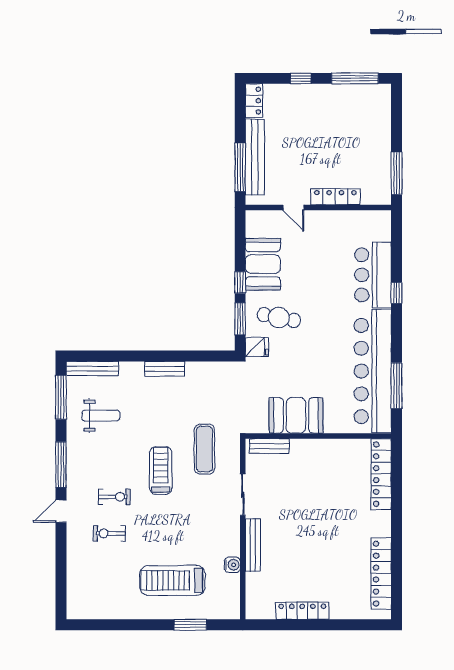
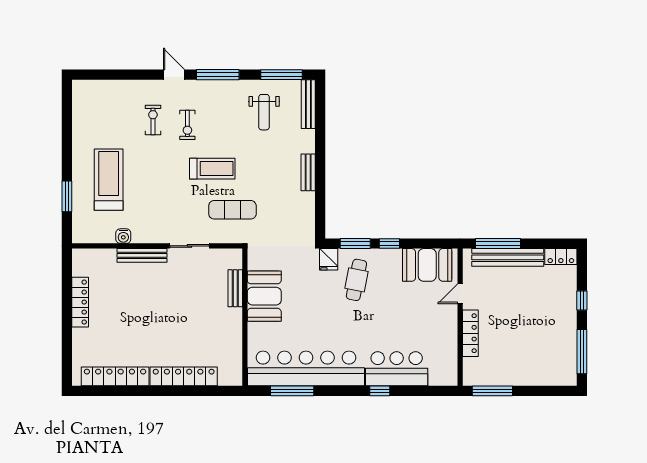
booth: (263, 264) -> (427, 265), moved
bench: (269, 446) -> (235, 288), moved
locker: (381, 474) -> (184, 376), moved

